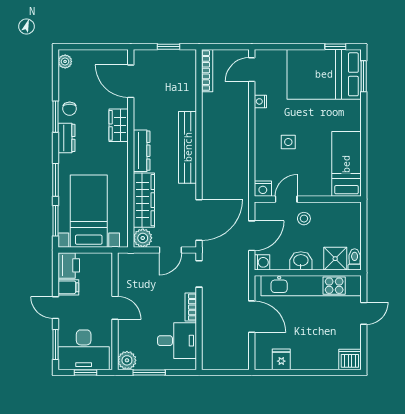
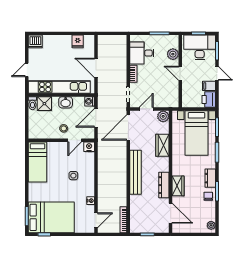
dresser: (142, 151) -> (164, 185), moved
wardrobe: (144, 200) -> (162, 145), width x0.67
plant: (127, 360) -> (173, 54), moved

